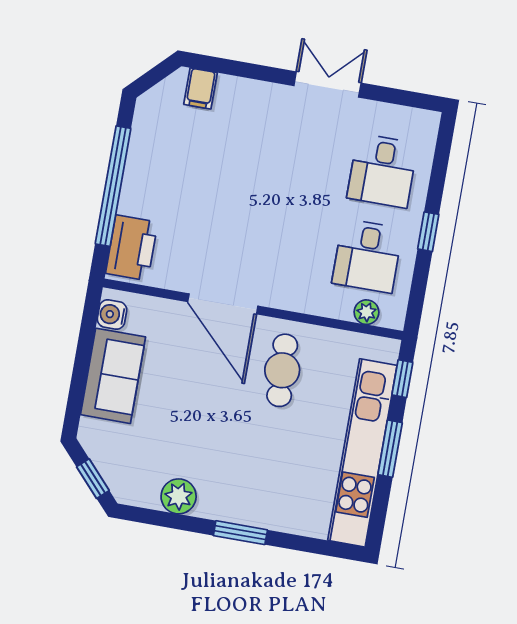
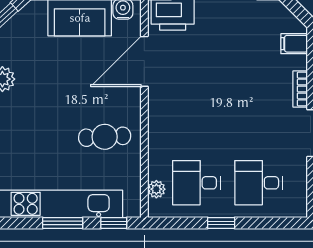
bookcase: (264, 91) -> (300, 89), added
door: (223, 304) -> (144, 61), moved

